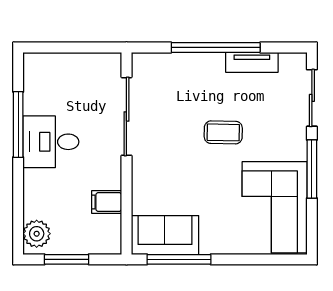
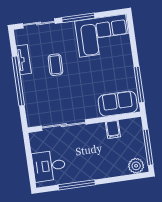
coffee table: (223, 132) -> (55, 65), moved
desk: (51, 142) -> (49, 166), moved, turned 90
sofa: (165, 235) -> (118, 104), moved, turned 90
window: (67, 259) -> (148, 147), width x1.44

